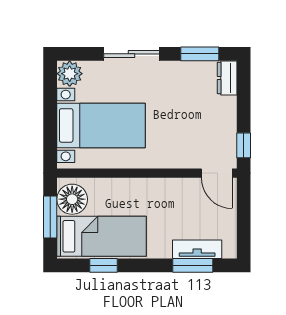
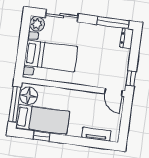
sliding door: (132, 54) -> (62, 16), moved
window: (200, 54) -> (113, 23), width x1.44
window: (50, 217) -> (15, 104), width x1.44
window: (193, 265) -> (93, 143), removed

